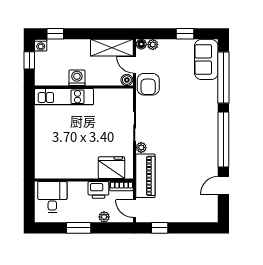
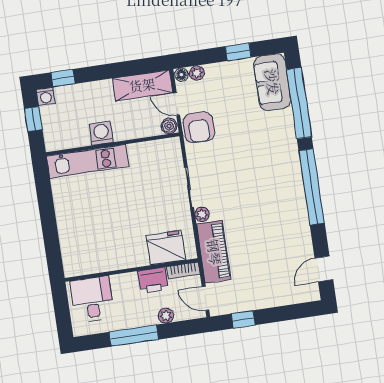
door: (223, 185) -> (324, 269), moved
window: (79, 228) -> (134, 336), width x1.44

